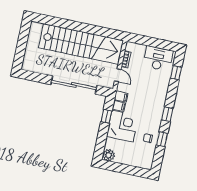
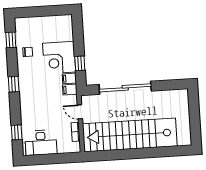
window: (162, 139) -> (11, 40), moved
plant: (109, 155) -> (66, 21), removed

